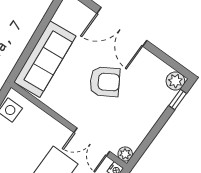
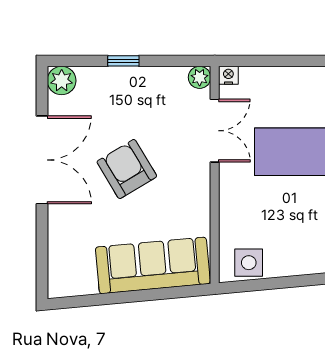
double door: (122, 27) -> (42, 160), moved
window: (178, 99) -> (123, 61), moved

